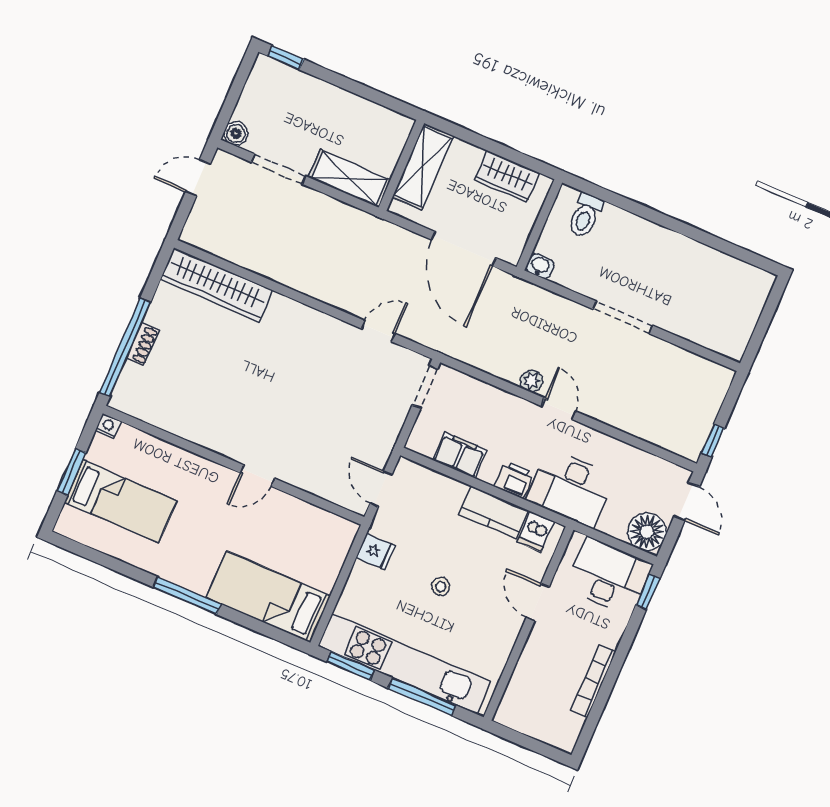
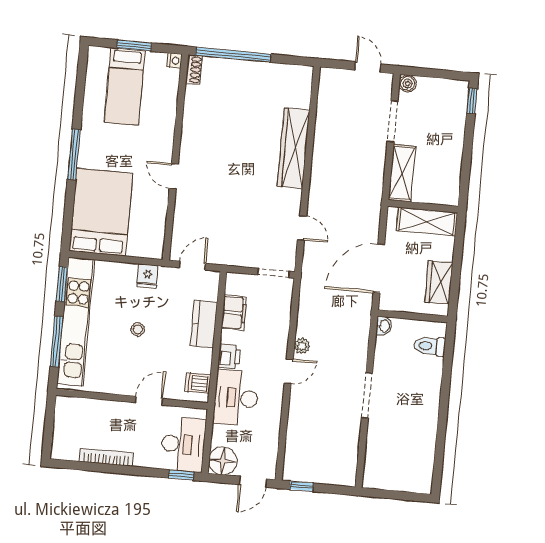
wardrobe: (216, 285) -> (293, 148), moved
shoe rack: (143, 344) -> (194, 70), moved, turned -90
kitchen counter: (493, 512) -> (204, 324), moved
bed: (268, 597) -> (101, 212), width x1.50

